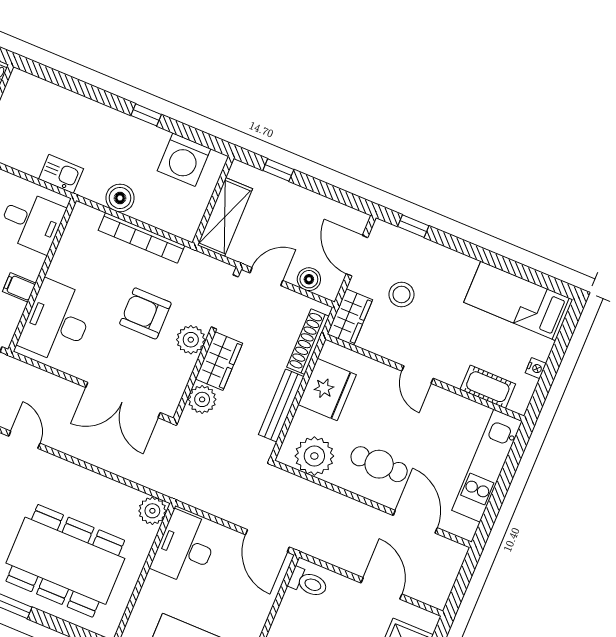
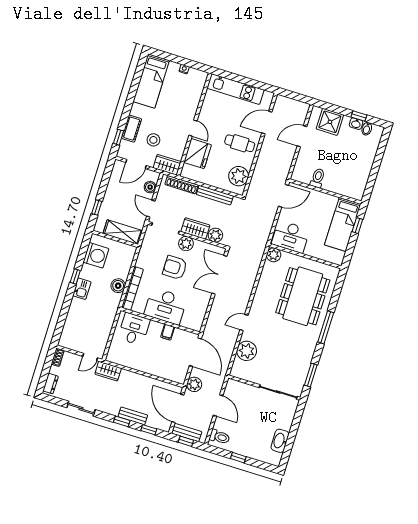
kitchen sink: (61, 174) -> (82, 289), moved, turned 180
bookcase: (141, 238) -> (132, 288), moved
armchair: (145, 313) -> (175, 268), turned 90
desk: (57, 322) -> (166, 306), moved
door: (418, 375) -> (193, 128), hinge flipped
cot: (488, 387) -> (132, 129), moved
fridge: (327, 390) -> (198, 154), moved, turned 90
double door: (123, 400) -> (219, 275), swing flipped
cafe table: (379, 464) -> (240, 143), turned 90
toilet: (308, 583) -> (318, 178), moved

